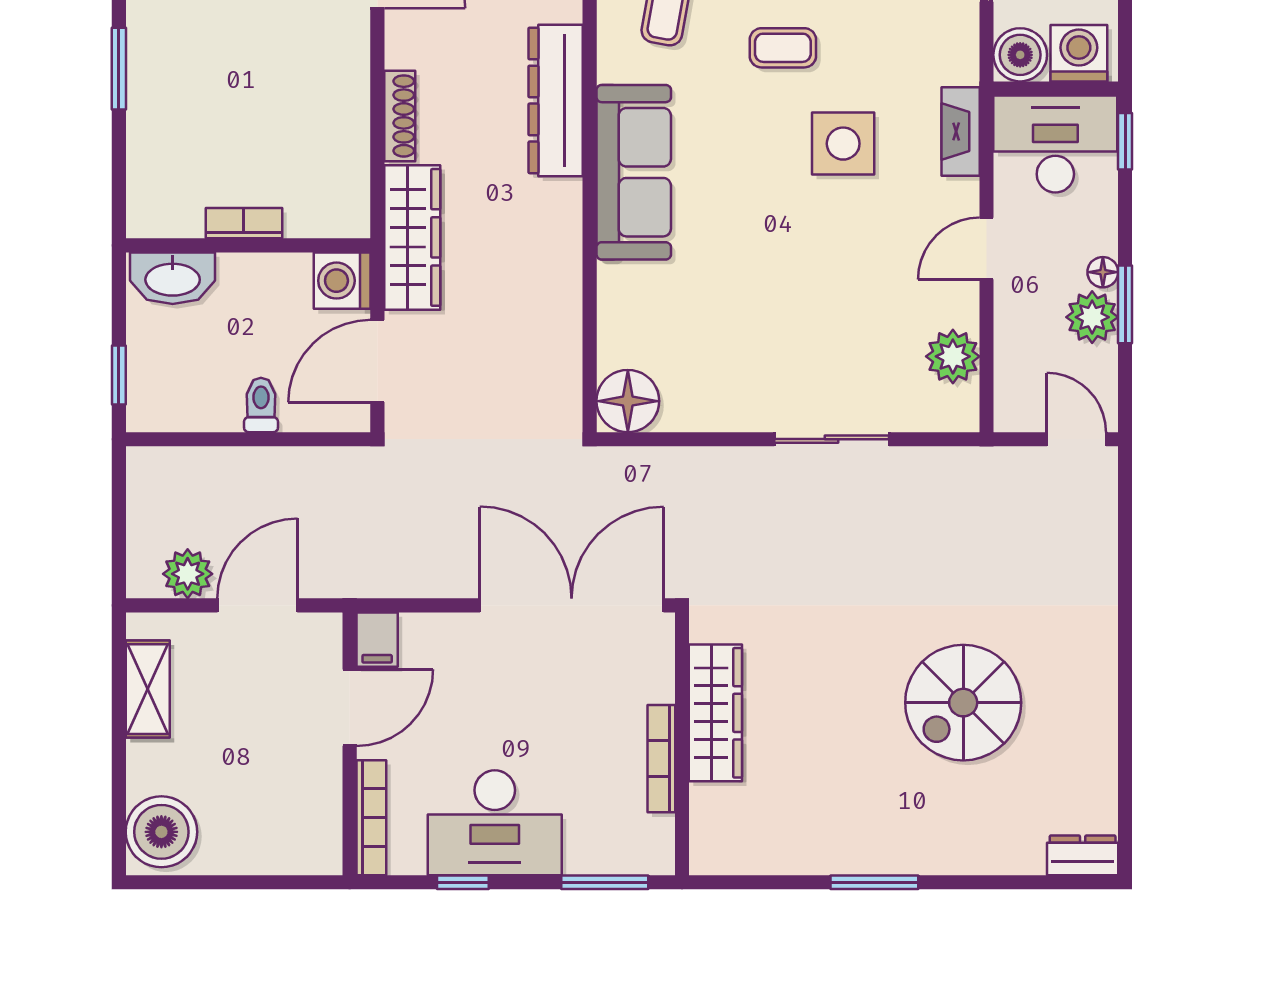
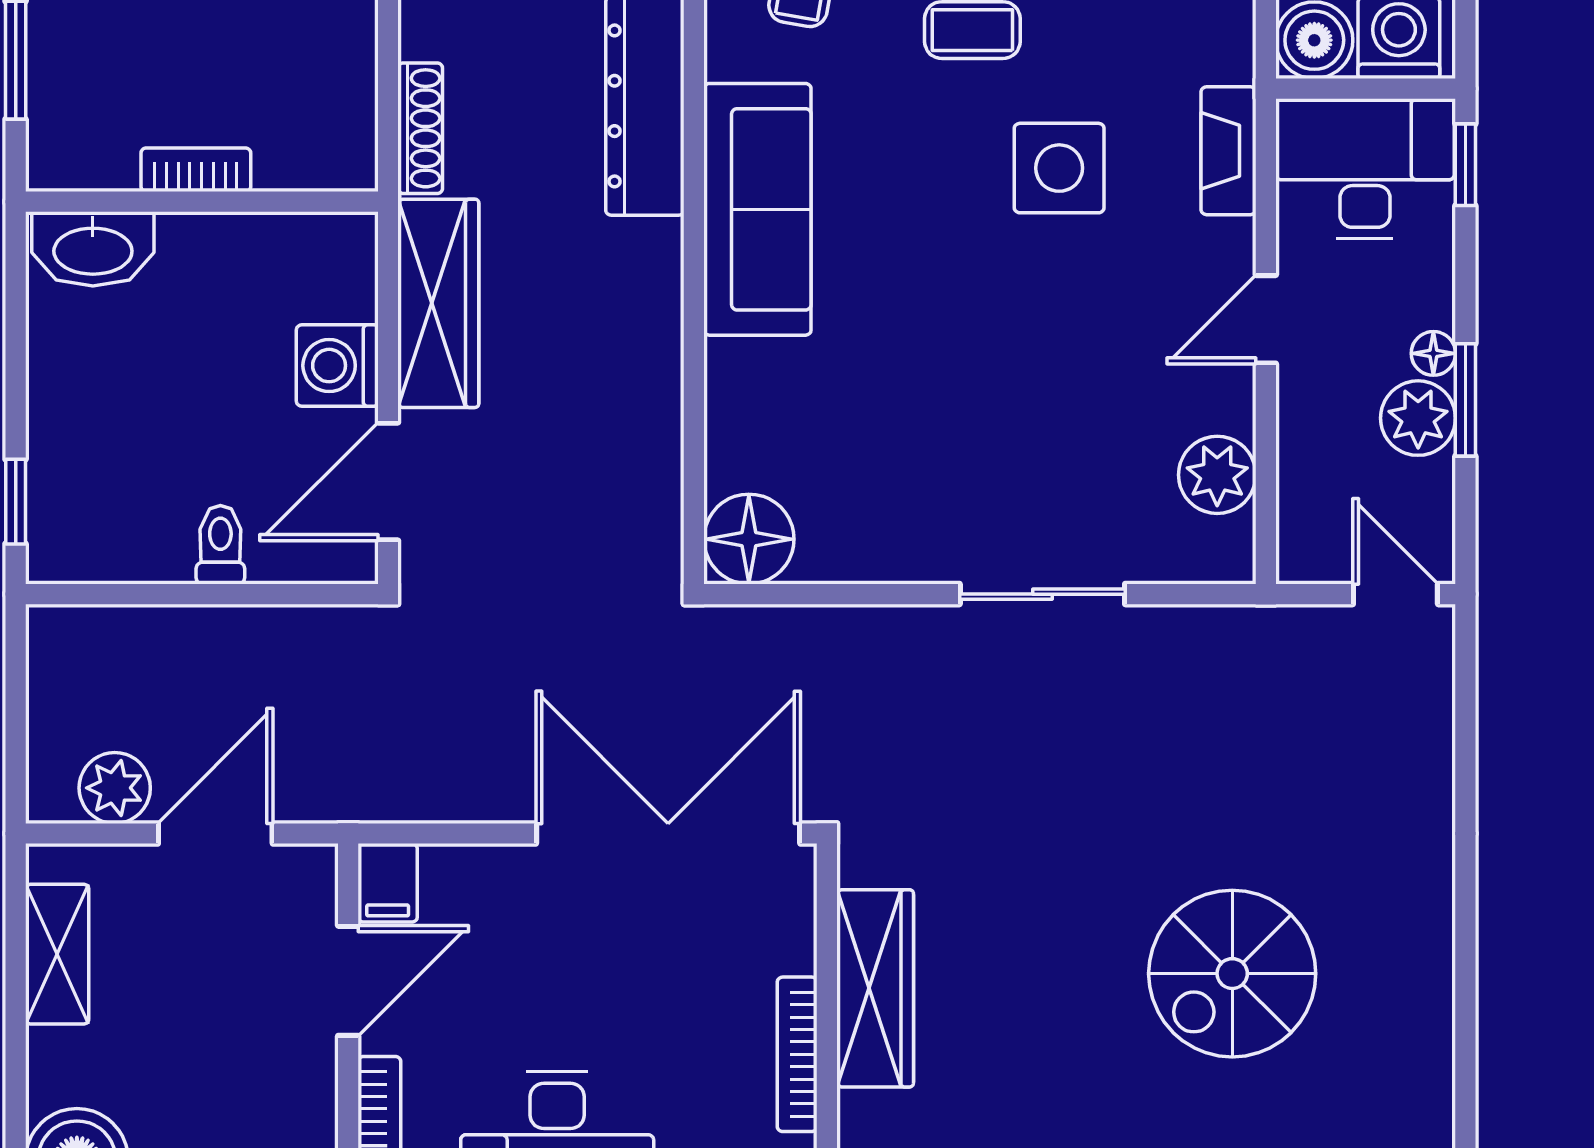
bookcase: (244, 223) -> (196, 170), moved
wall: (248, 245) -> (202, 202), moved
washbasin: (173, 278) -> (93, 249), moved

